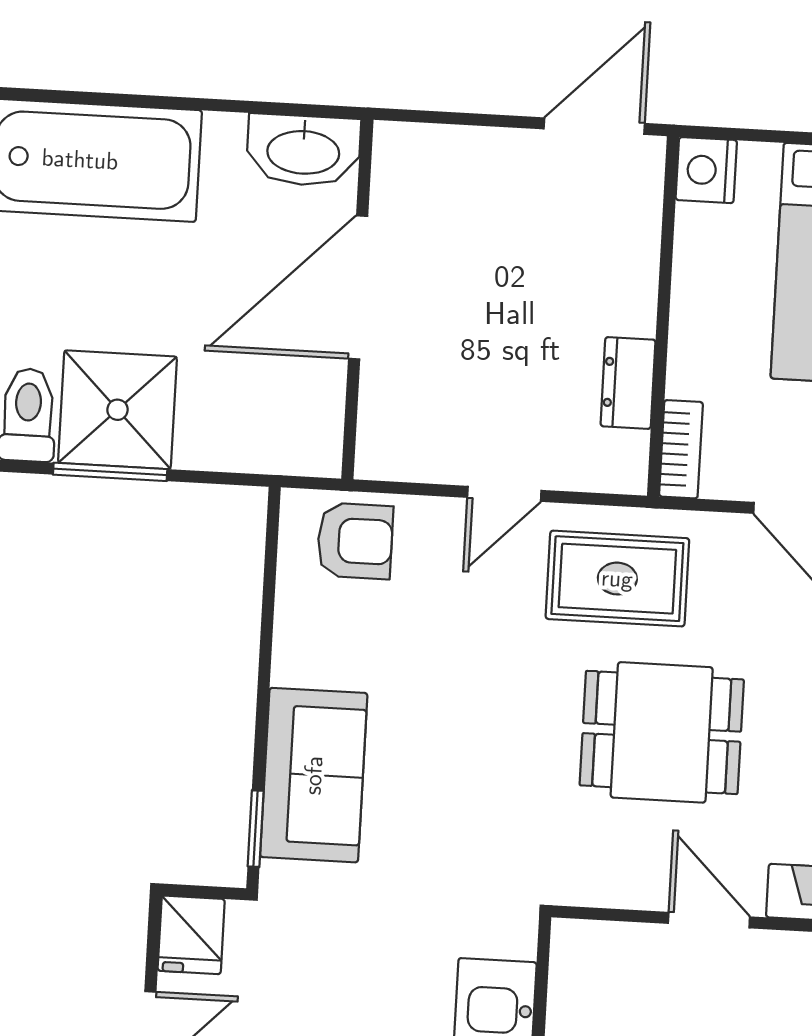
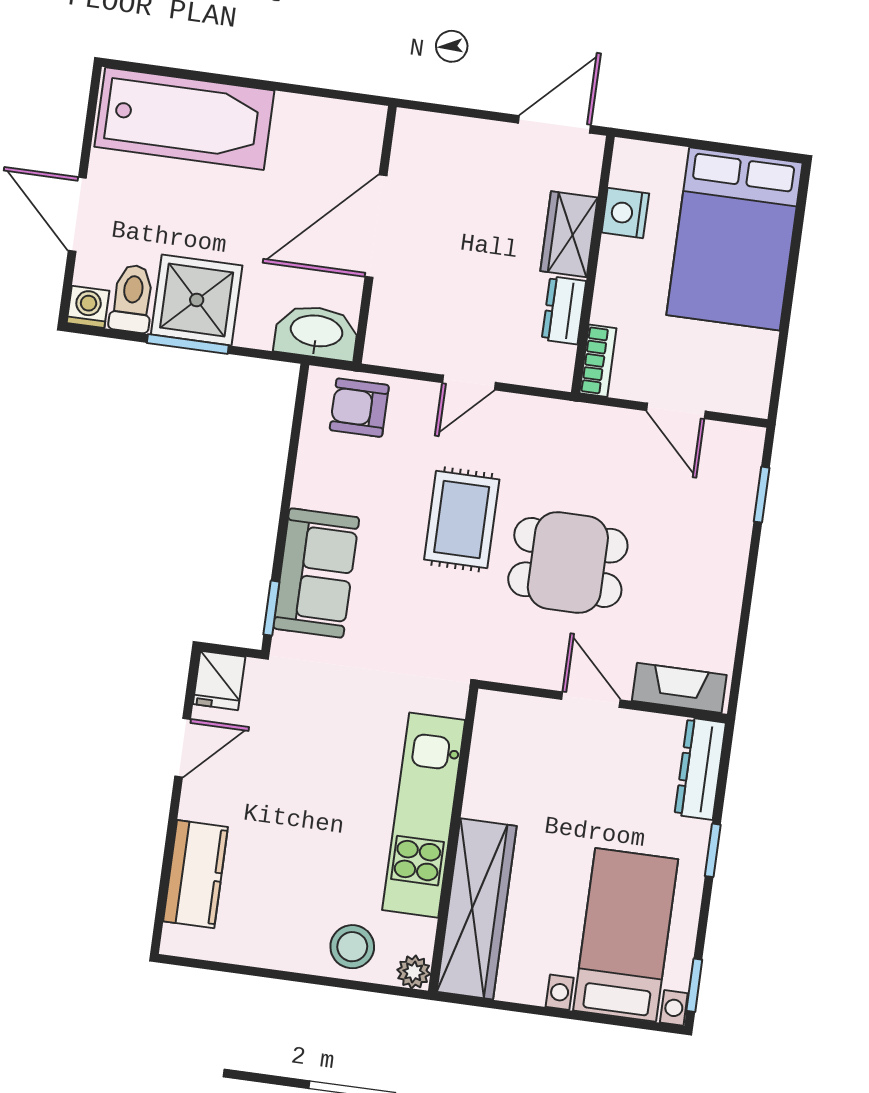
washbasin: (303, 150) -> (316, 332), moved, turned 180
nightstand: (706, 170) -> (625, 213), moved
wardrobe: (627, 277) -> (569, 234), added
armchair: (355, 541) -> (359, 408), turned 180
rug: (617, 579) -> (462, 519), moved, turned 90

